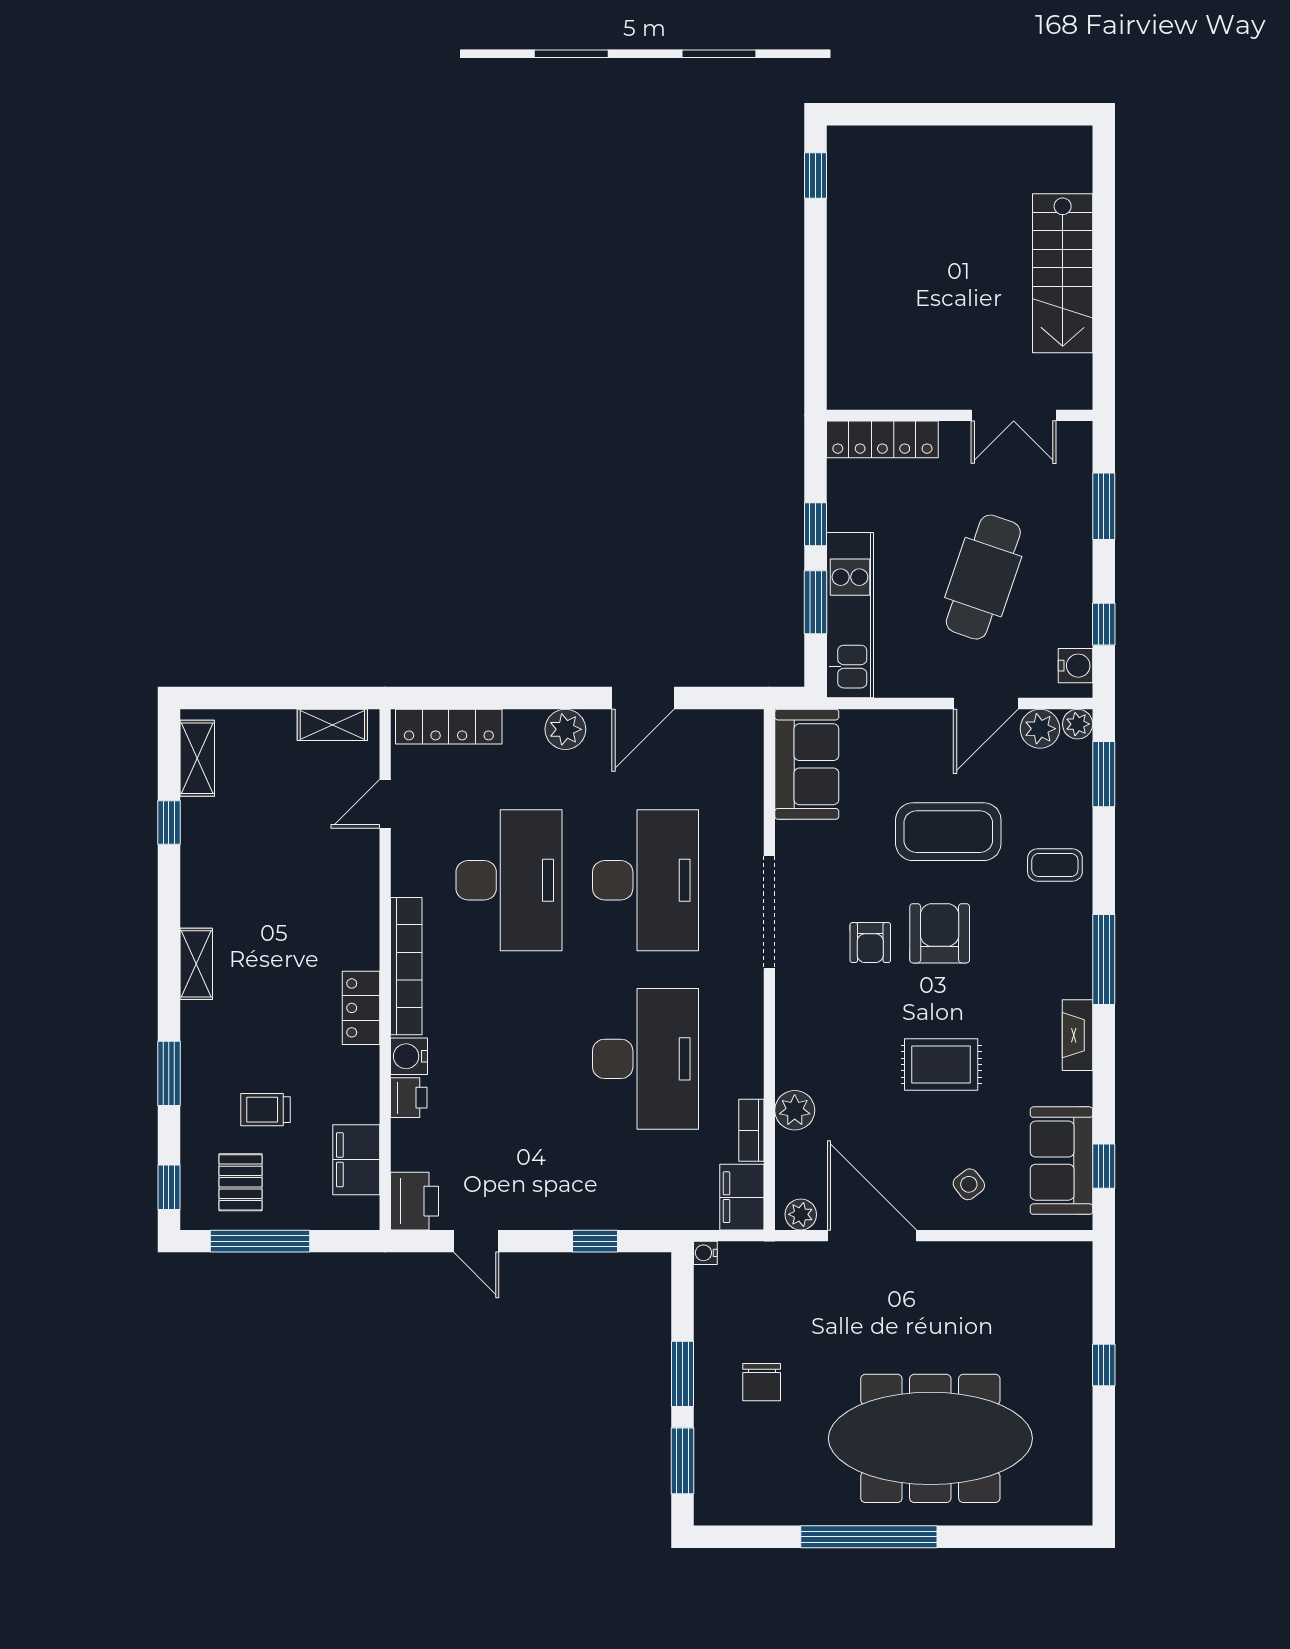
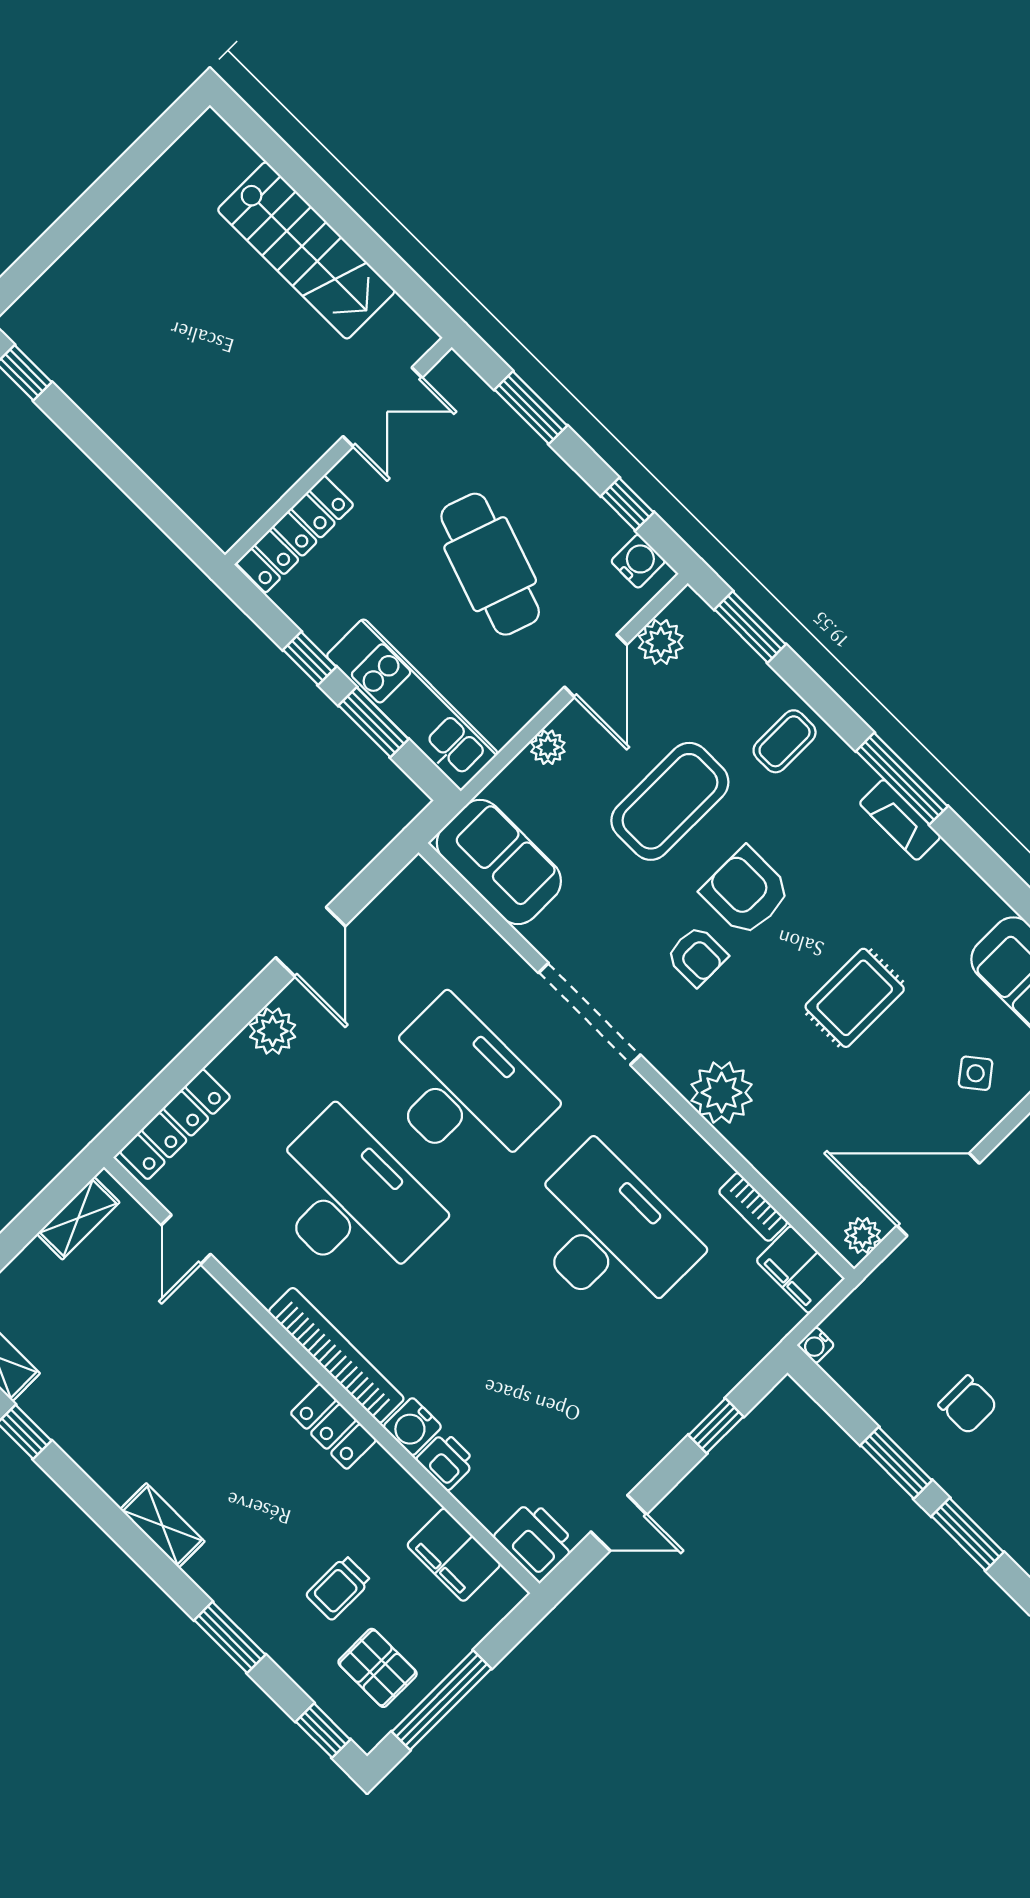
plant: (1078, 724) -> (548, 747), moved
fireplace: (1077, 1035) -> (900, 820), moved
plant: (795, 1110) -> (722, 1093), moved, width x1.36, depth x1.36

